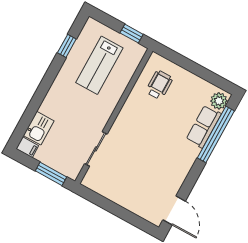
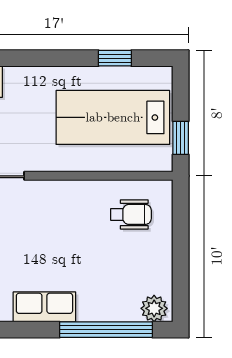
lab bench: (99, 65) -> (113, 117), width x1.36, depth x1.39
row of seats: (204, 127) -> (44, 307), moved

